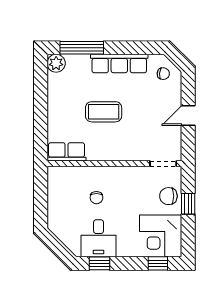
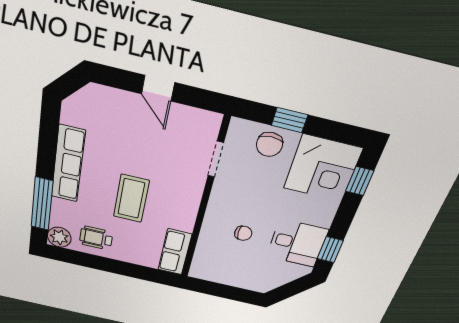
chair: (163, 74) -> (90, 109), removed
wheelchair: (63, 91) -> (96, 238), added
doorway: (163, 164) -> (216, 159), moved

